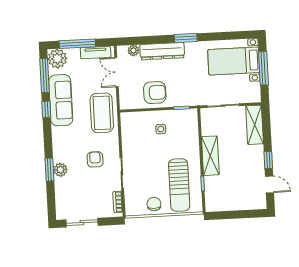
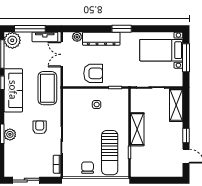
sofa: (61, 100) -> (13, 90), moved

